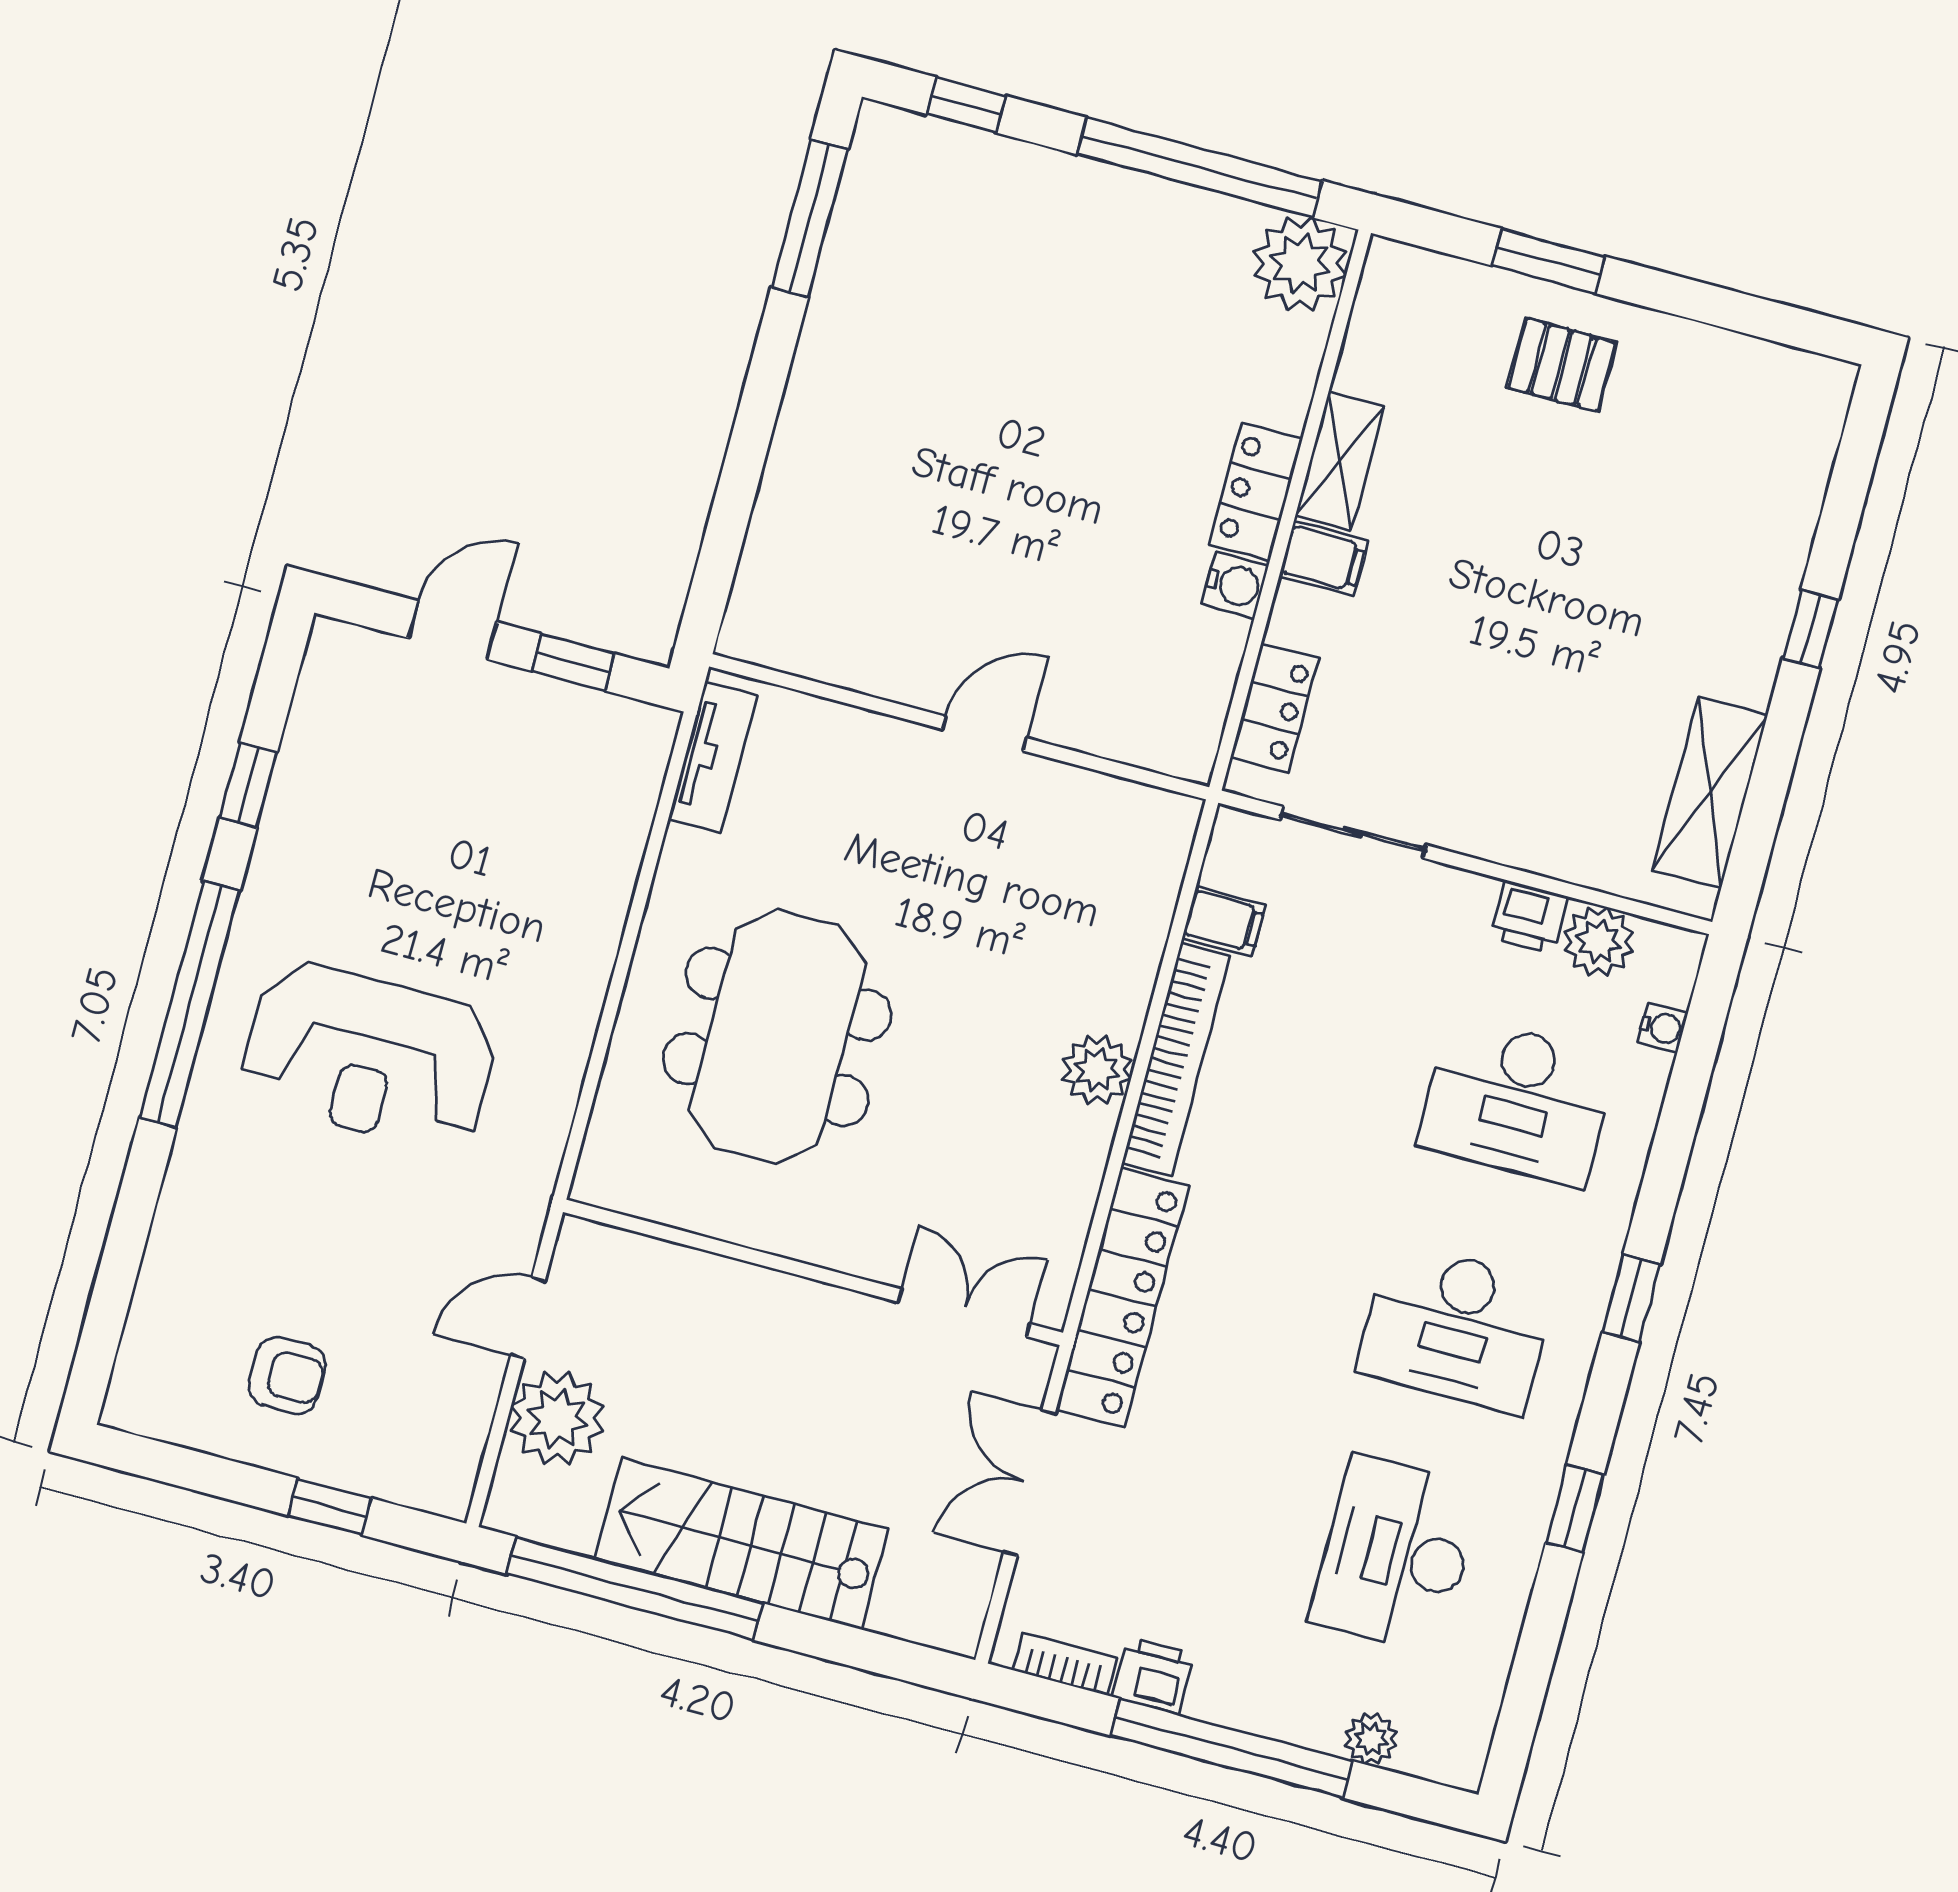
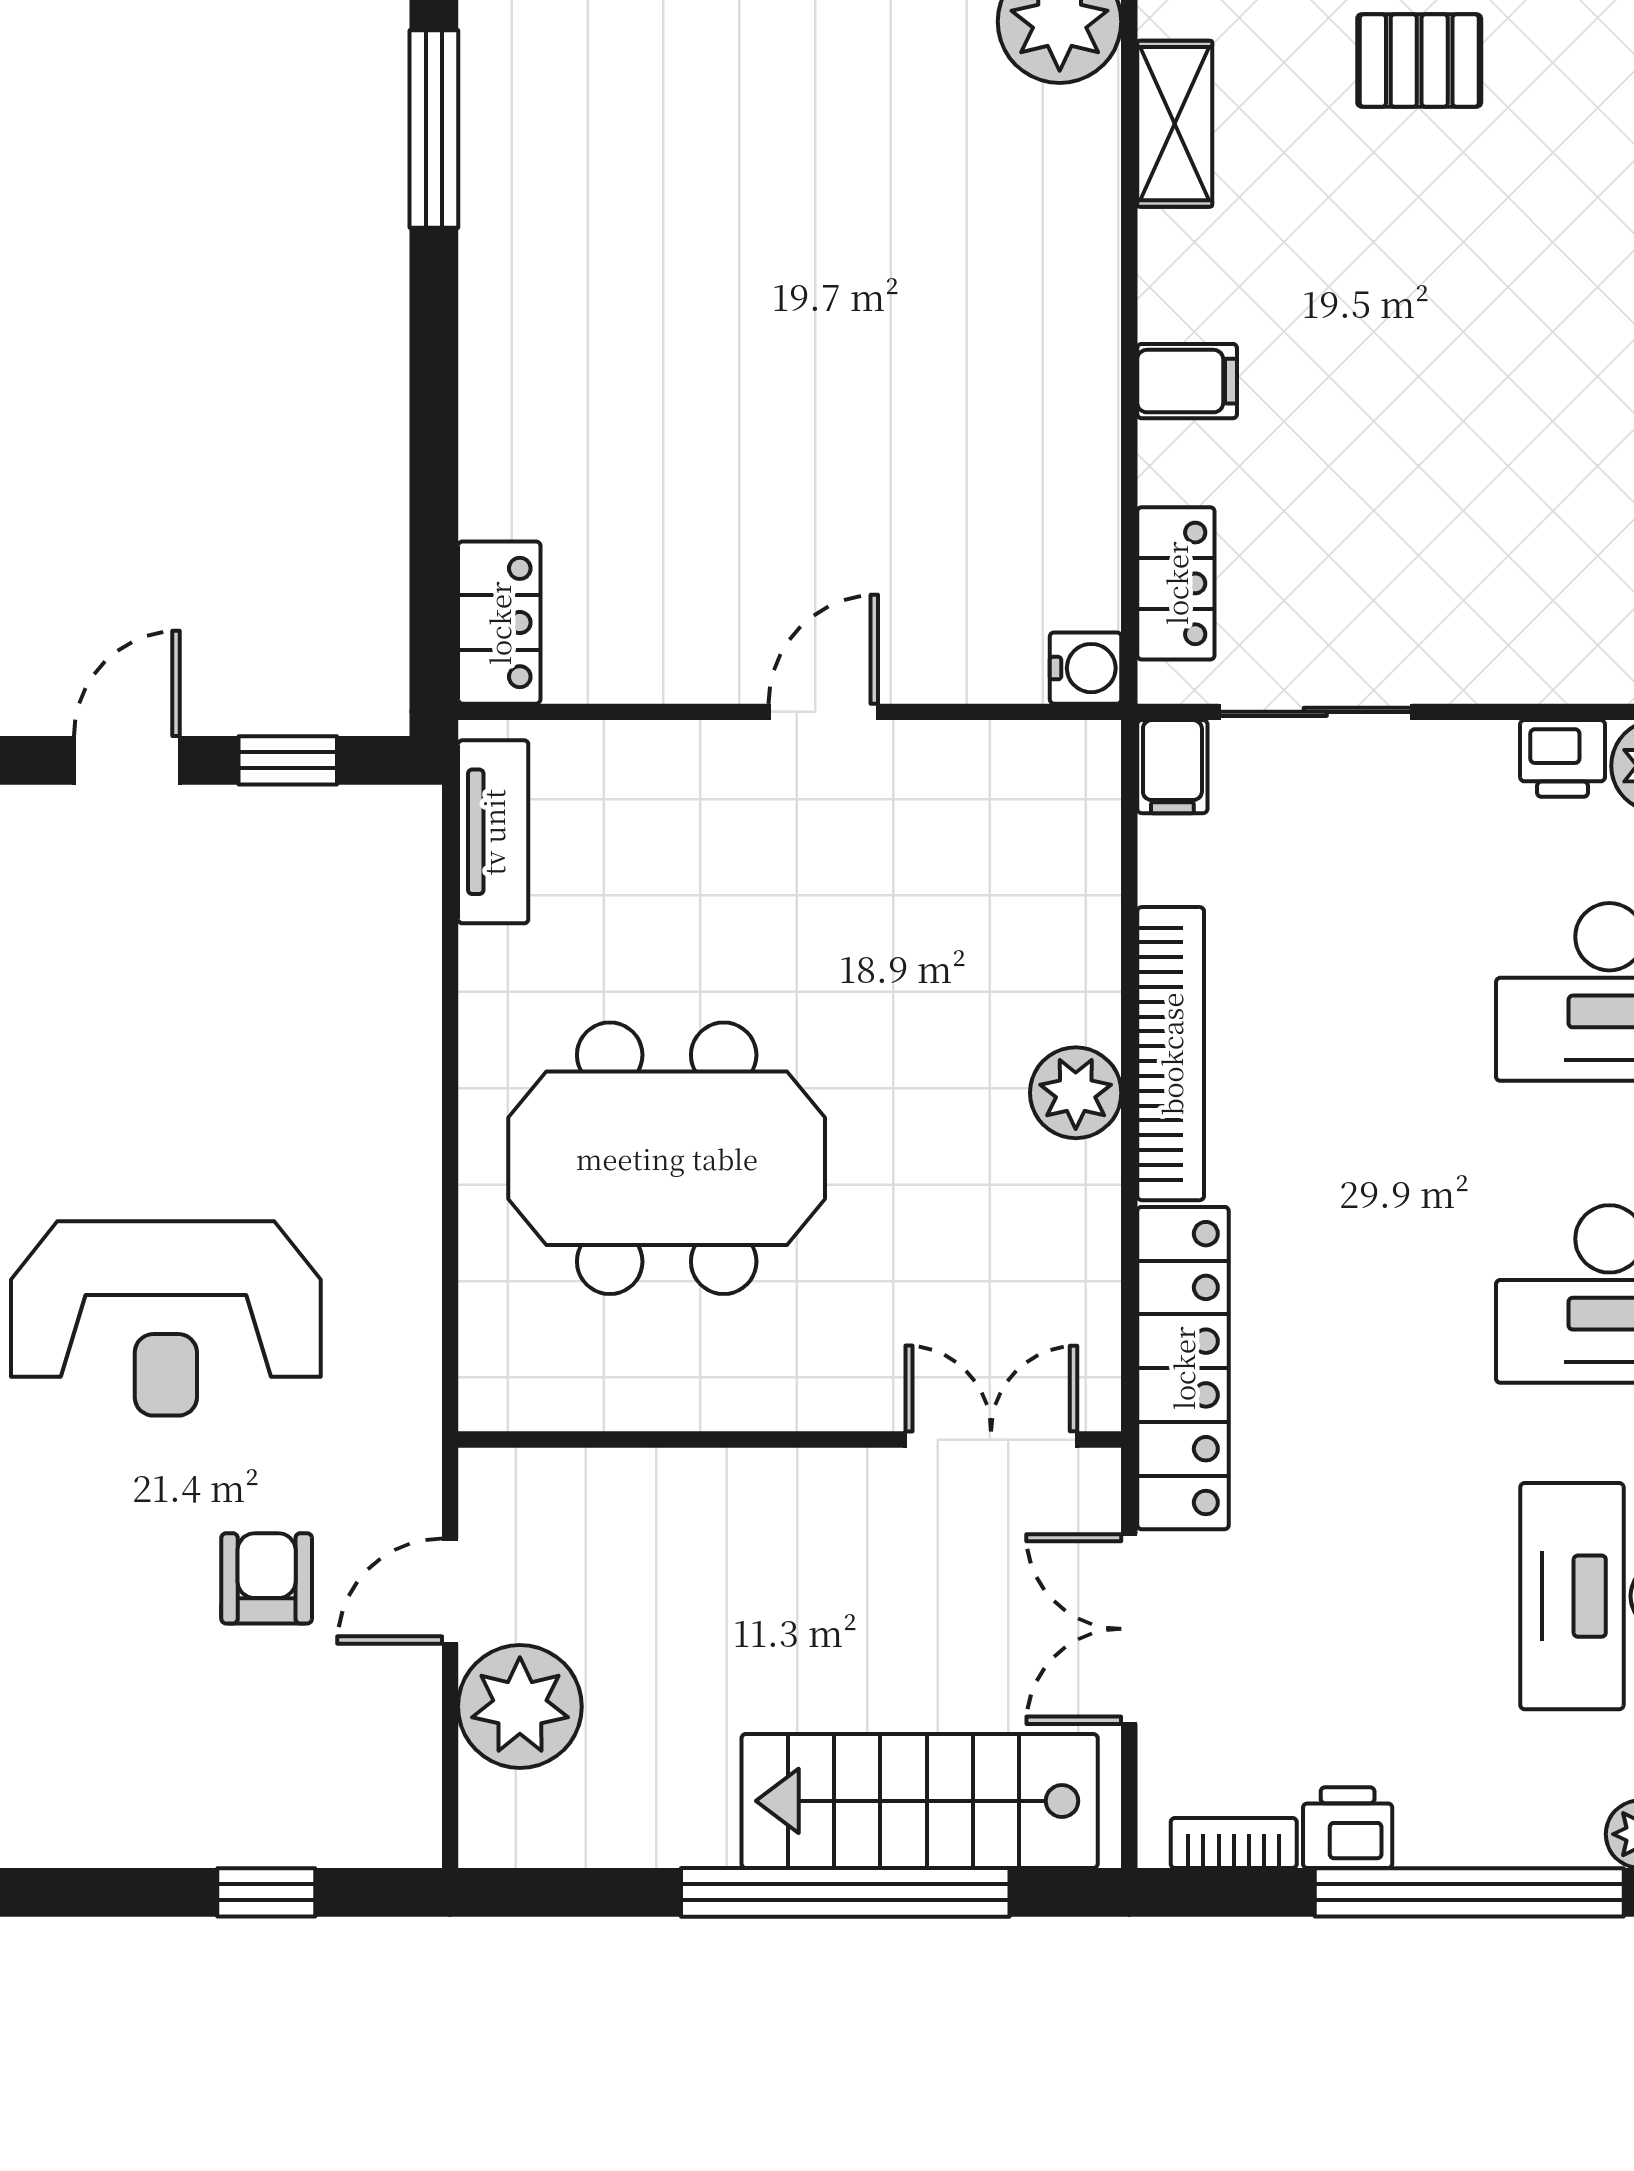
shelving: (1340, 461) -> (1175, 124), moved
locker: (1256, 491) -> (499, 623), moved, turned 180
water cooler: (1235, 585) -> (1086, 668), moved
filing cabinet: (1224, 921) -> (1172, 767), moved, turned 90
meeting table: (777, 1037) -> (667, 1158), turned 90
armchair: (287, 1375) -> (267, 1578), moved, turned -90
stairs: (741, 1544) -> (920, 1801), moved
window: (635, 1588) -> (845, 1892), moved

